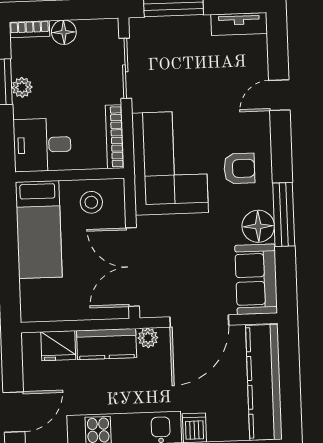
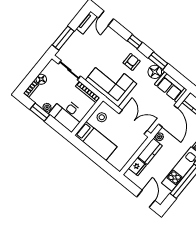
door: (279, 95) -> (106, 18), moved
window: (281, 142) -> (135, 42), added
desk: (42, 145) -> (67, 114), width x1.37
window: (284, 214) -> (158, 61), width x0.69
double door: (133, 267) -> (133, 122), swing flipped

